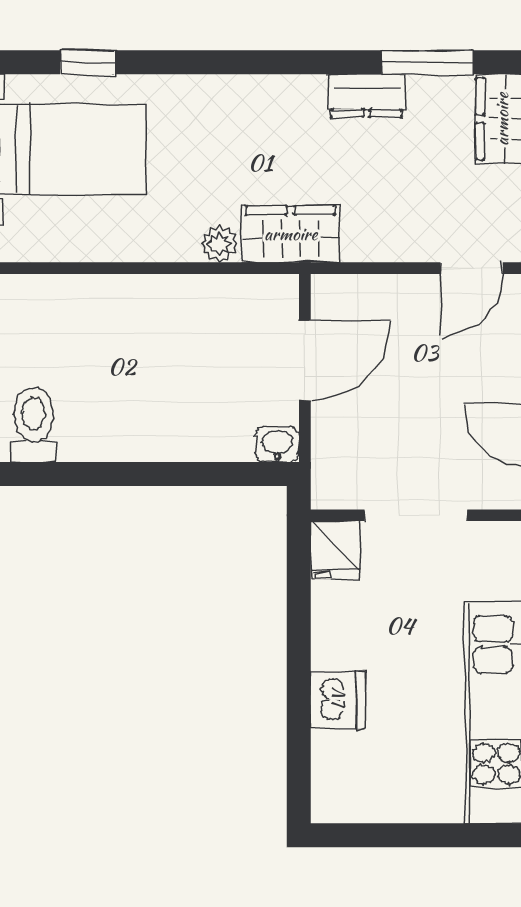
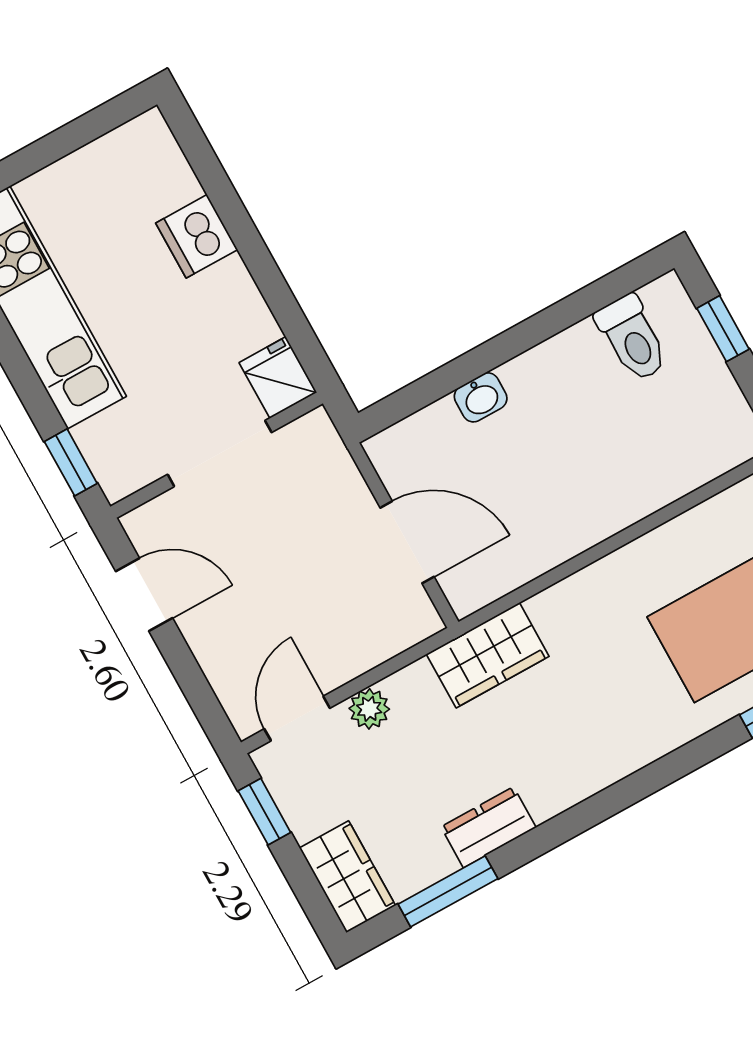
plant: (219, 244) -> (369, 709), moved
door: (305, 361) -> (407, 542), swing flipped
washbasin: (277, 444) -> (481, 397), moved

